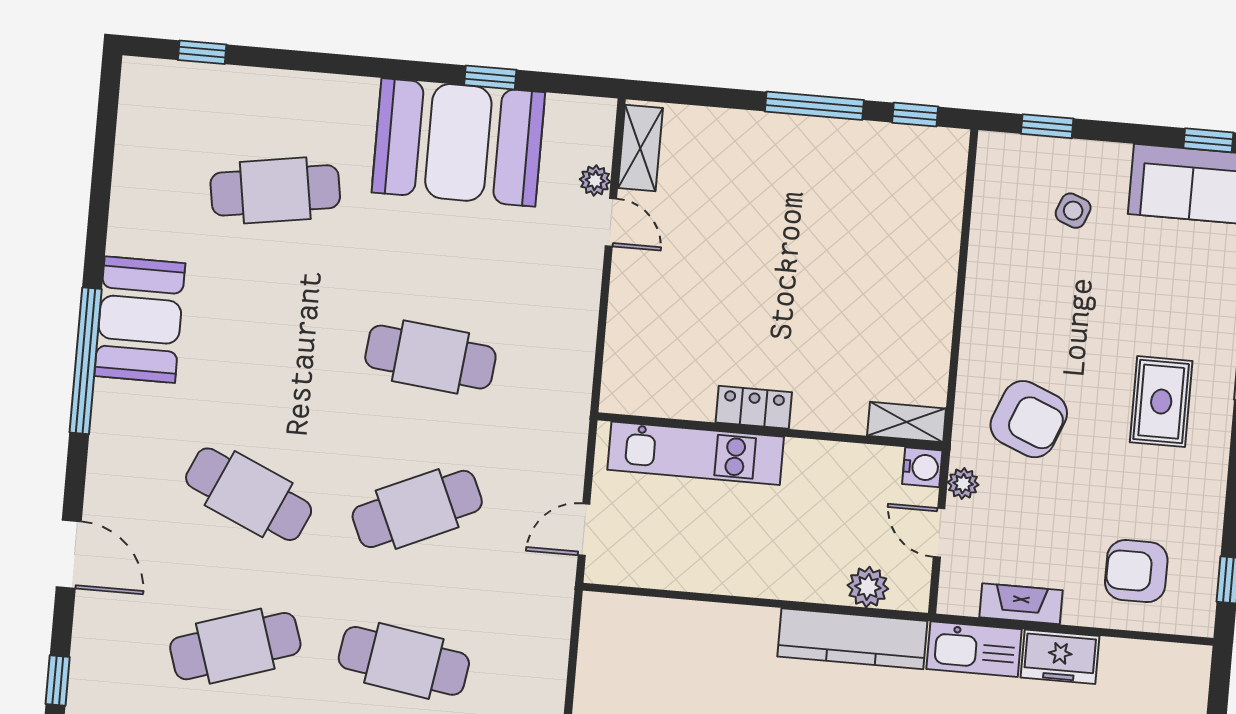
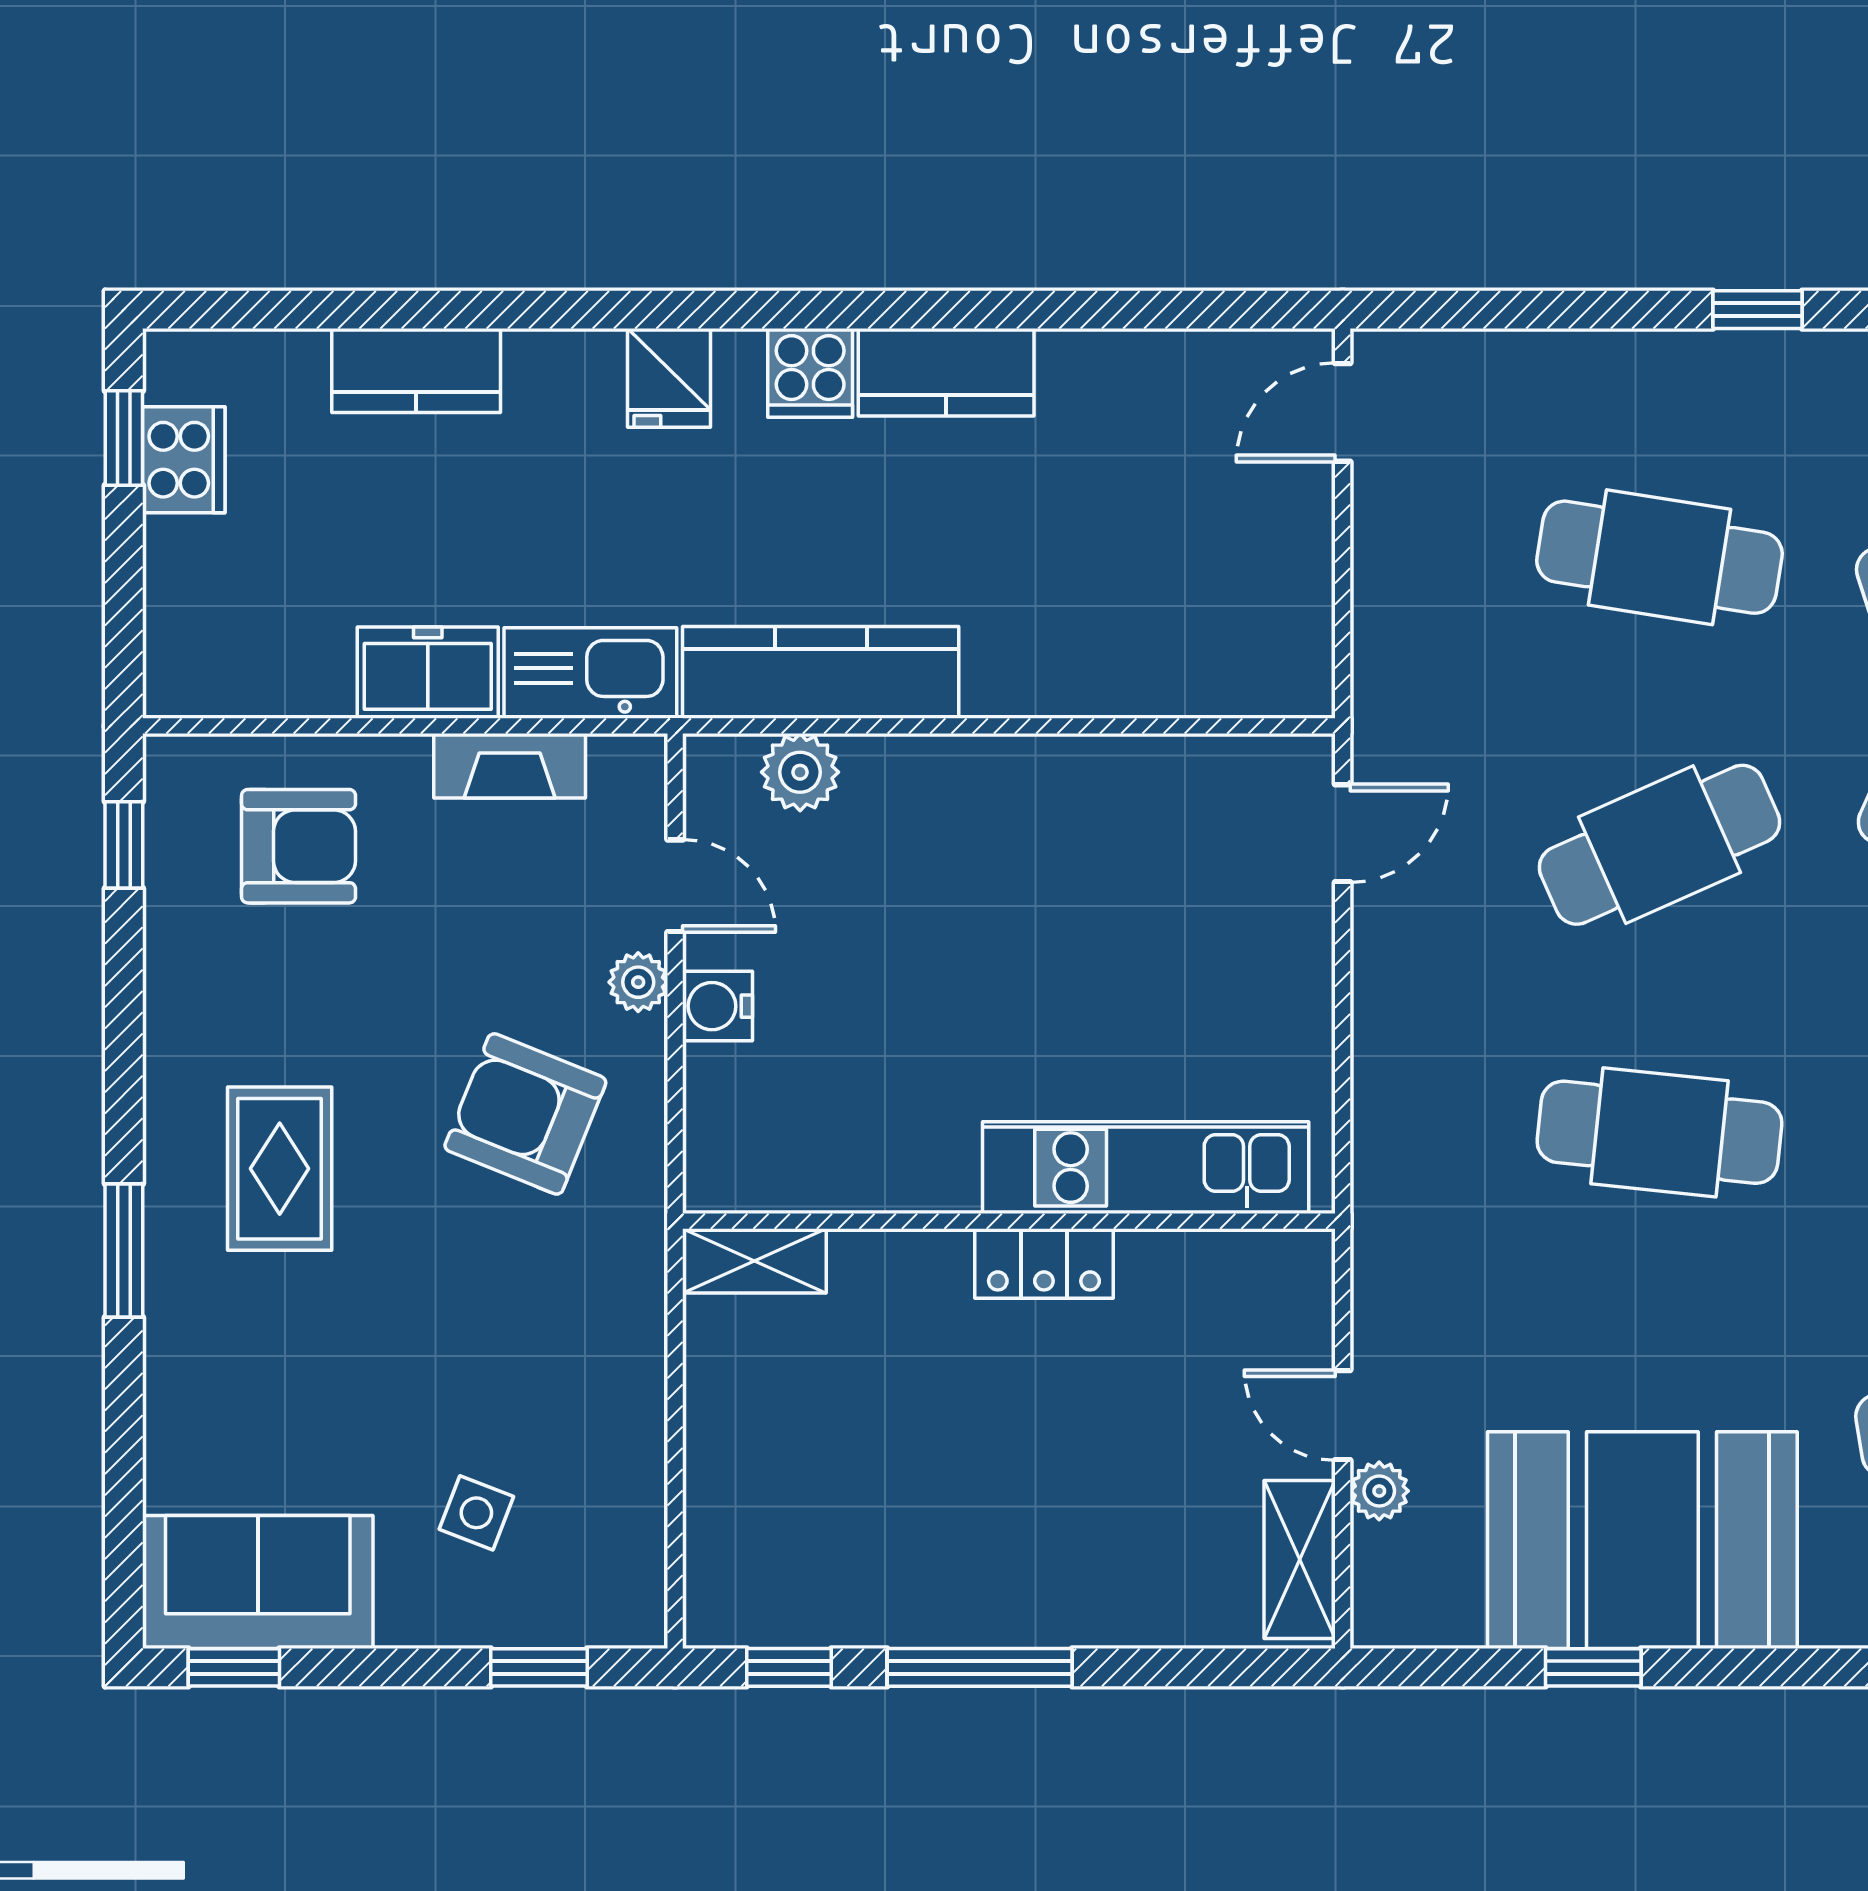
locker: (754, 407) -> (1044, 1263), moved
shelving: (907, 422) -> (754, 1261), moved
wall: (770, 431) -> (1009, 1221), moved
kitchen unit: (696, 453) -> (1146, 1168), moved

